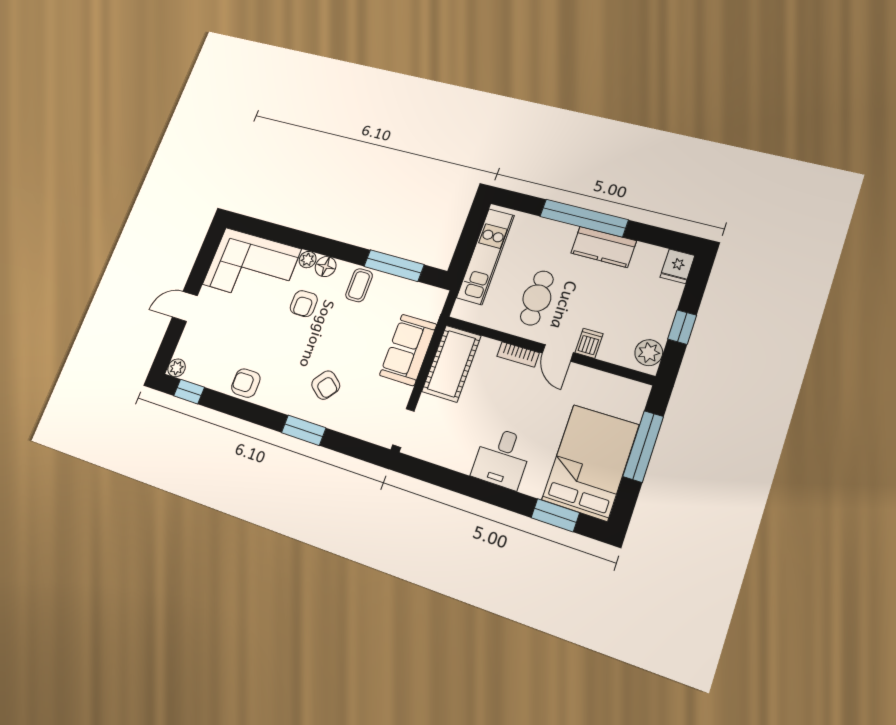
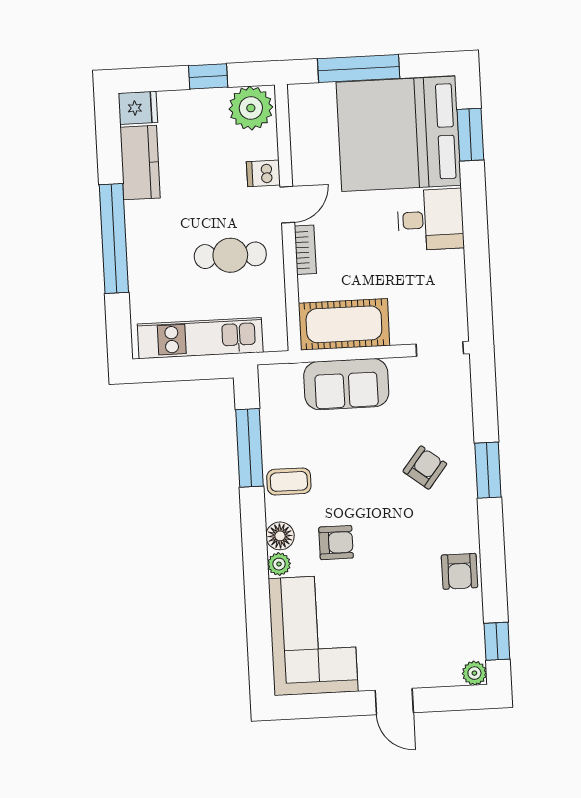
kitchen counter: (604, 247) -> (140, 163), moved
plant: (649, 353) -> (251, 108), width x1.36, depth x1.36
bed: (590, 462) -> (399, 134), width x1.36

